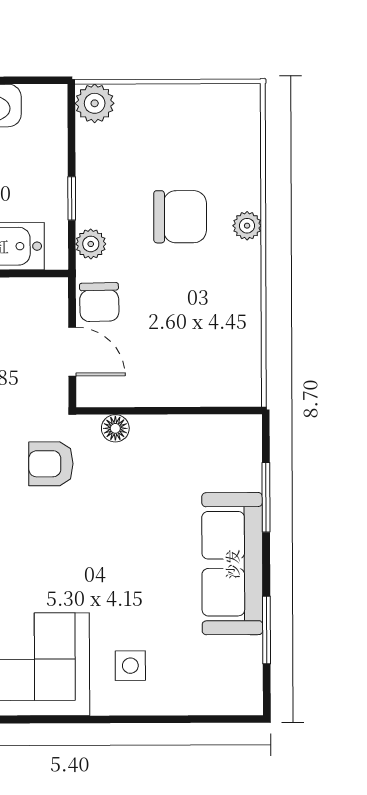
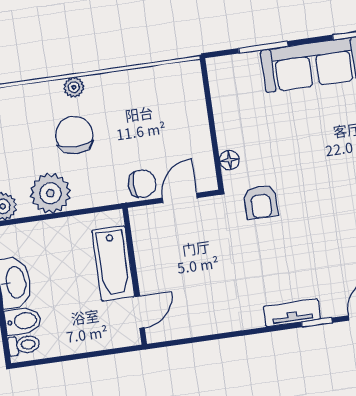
window: (72, 198) -> (72, 213), removed
plant: (91, 244) -> (50, 193), moved, width x1.87, depth x1.87

